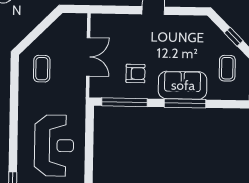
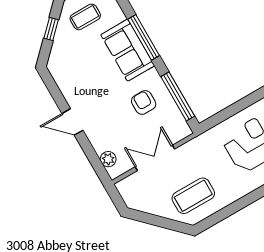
plant: (109, 21) -> (108, 159), added
coffee table: (42, 69) -> (193, 196), width x1.36, depth x1.30

